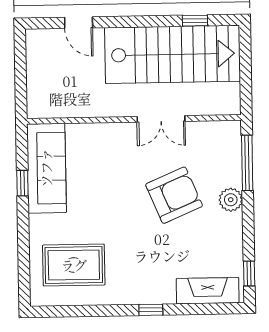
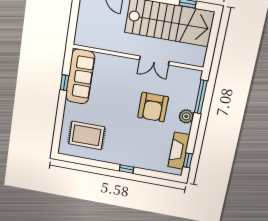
armchair: (174, 195) -> (153, 107), turned 113
fireplace: (208, 291) -> (179, 151), moved, turned -90

